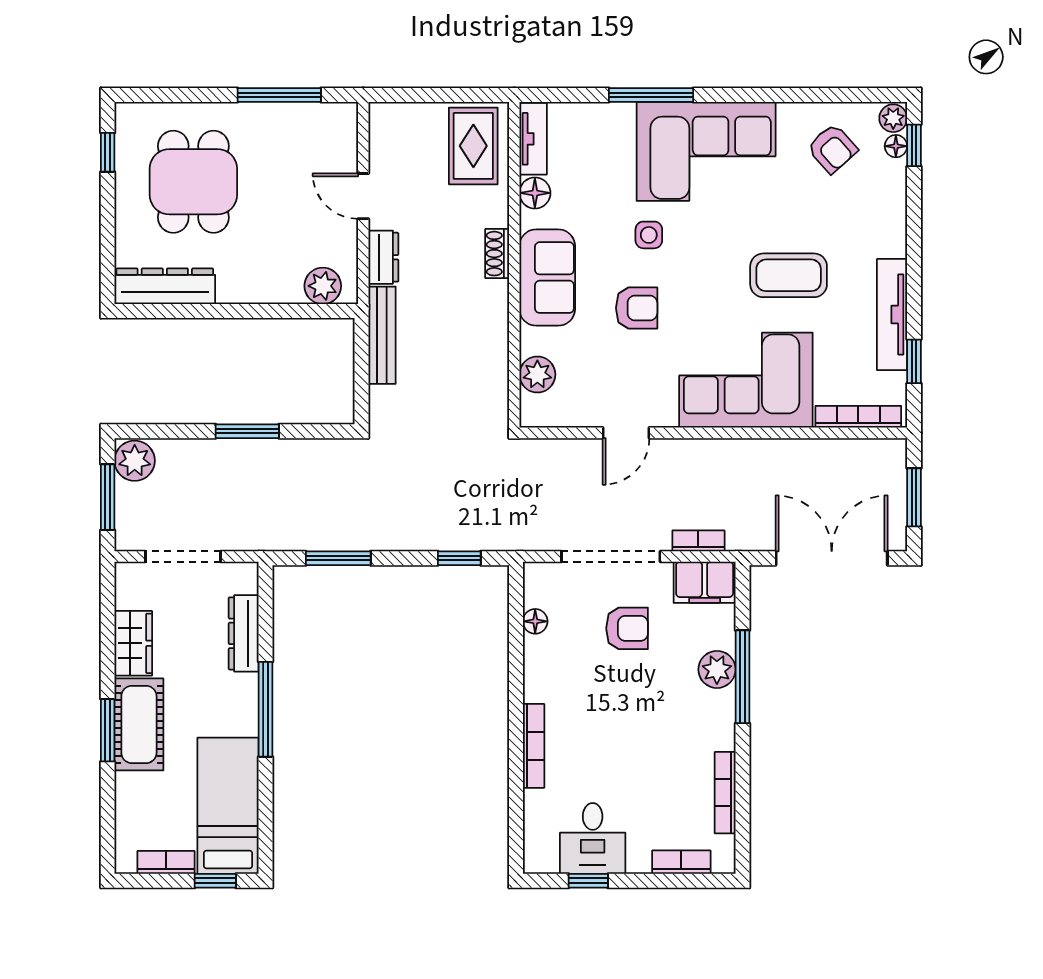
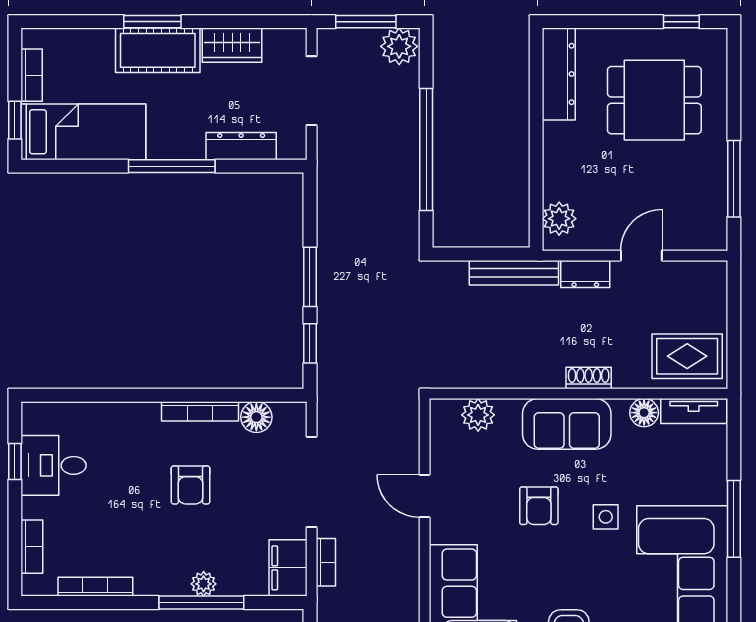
window: (247, 431) -> (426, 149), width x2.11
window: (338, 558) -> (310, 277), moved
floor lamp: (535, 621) -> (256, 417), width x1.37, depth x1.37
armchair: (627, 628) -> (191, 485), moved
plant: (717, 669) -> (204, 584), width x0.73, depth x0.73
bookcase: (534, 746) -> (200, 411), moved

